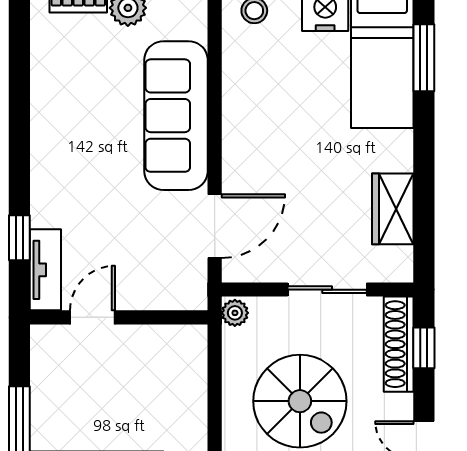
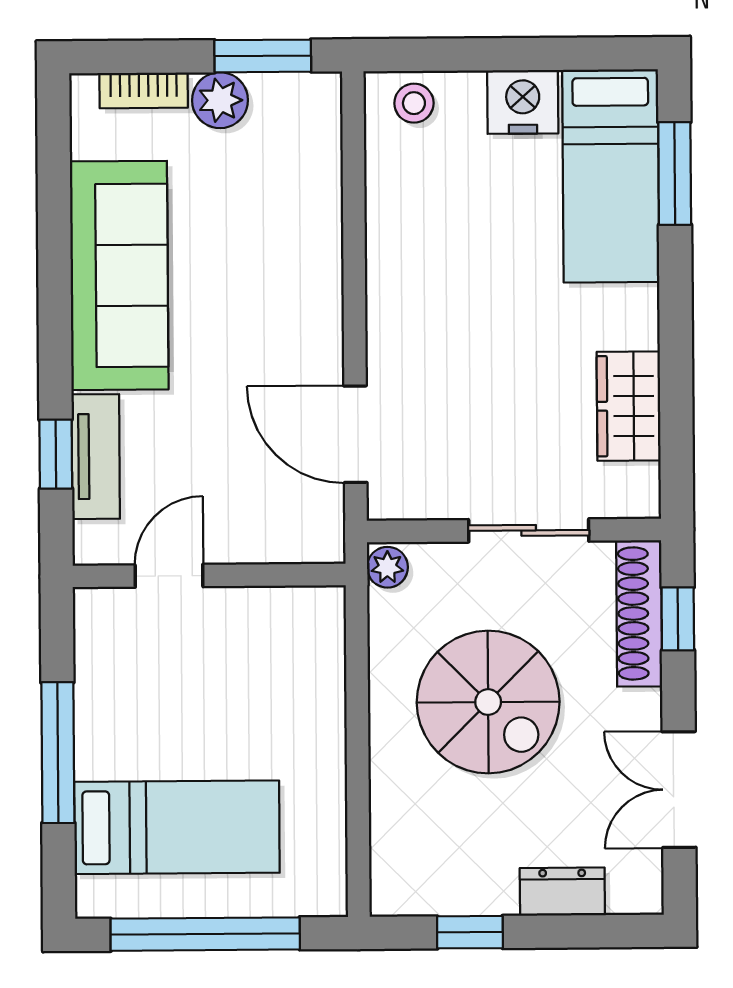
sofa: (176, 116) -> (119, 275), moved, turned 180
door: (215, 226) -> (355, 434), swing flipped
tv unit: (45, 270) -> (96, 457), moved

